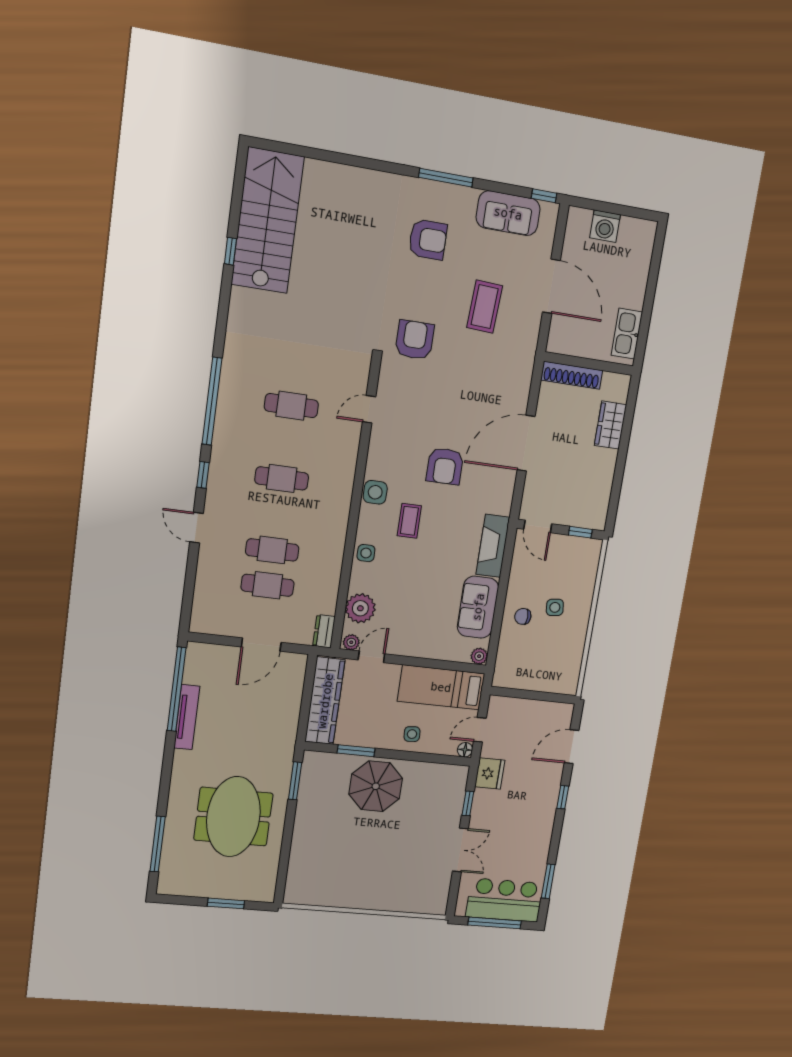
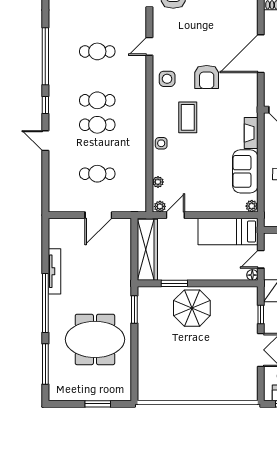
side table: (375, 492) -> (167, 79), moved
coffee table: (409, 521) -> (188, 117), width x1.36, depth x1.30
fireplace: (493, 546) -> (251, 133), width x0.73, depth x0.76
cafe table: (272, 550) -> (97, 125), moved
plant: (360, 608) -> (158, 182), width x0.53, depth x0.53
dresser: (324, 631) -> (140, 201), removed
window: (177, 689) -> (45, 303), moved
side table: (412, 734) -> (212, 267), removed
meeting table: (233, 817) -> (95, 339), turned 90

